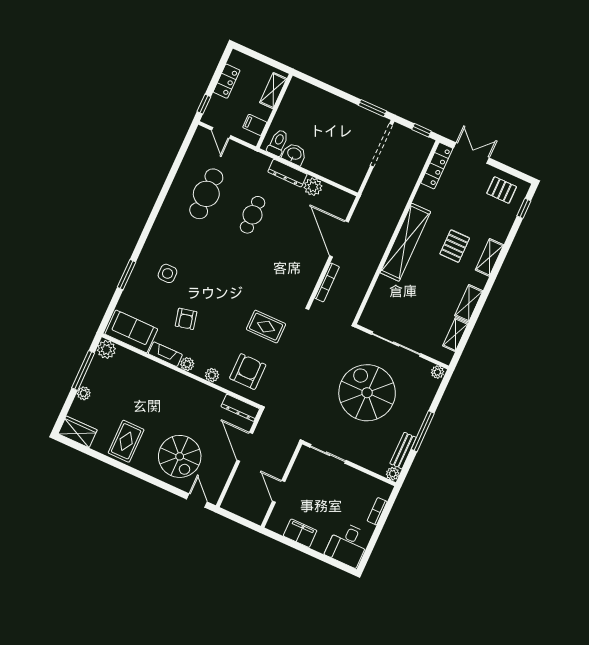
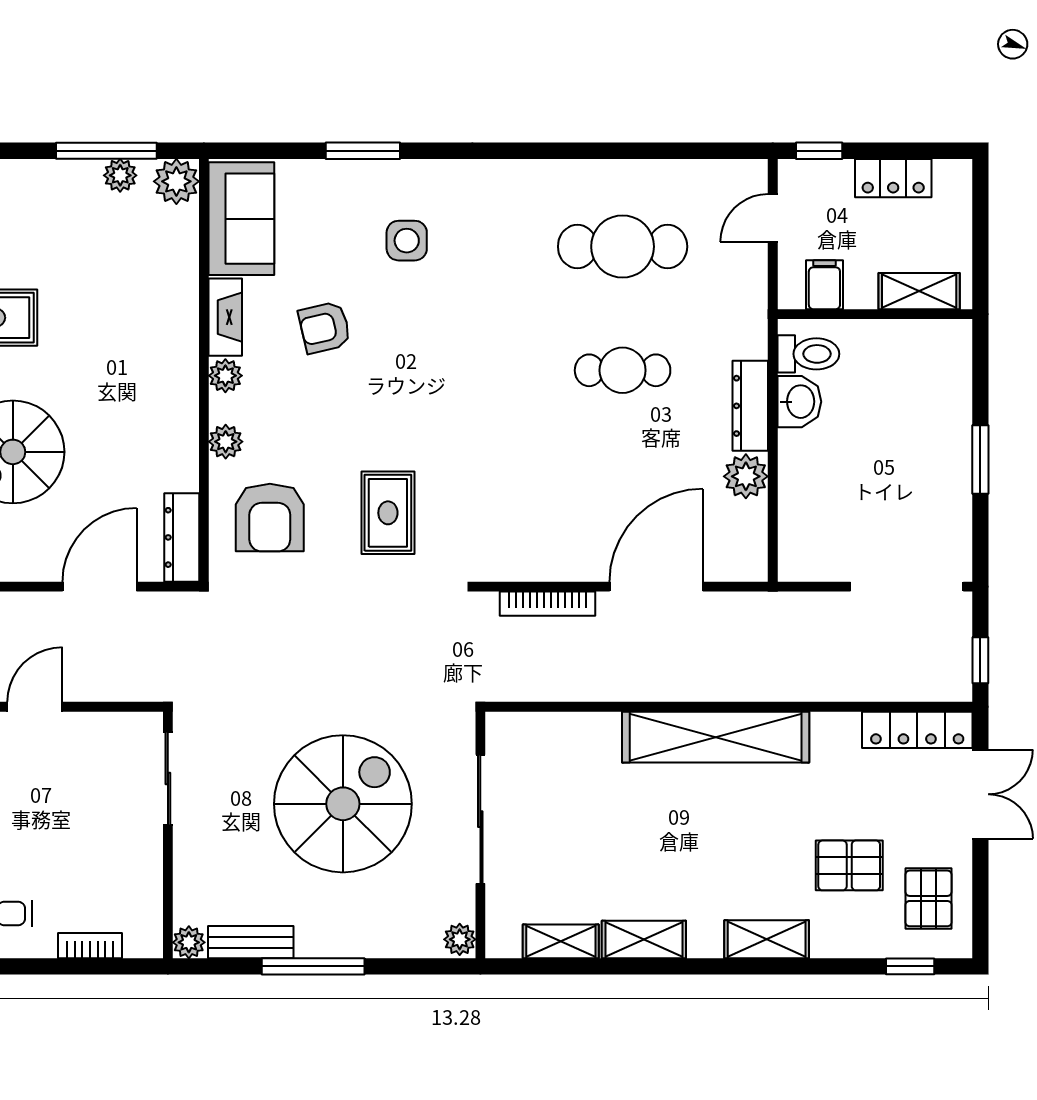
window: (372, 108) -> (980, 459), moved
pallet: (455, 246) -> (849, 865), moved
armchair: (248, 372) -> (270, 518), turned 90
plant: (84, 393) -> (120, 175), moved

